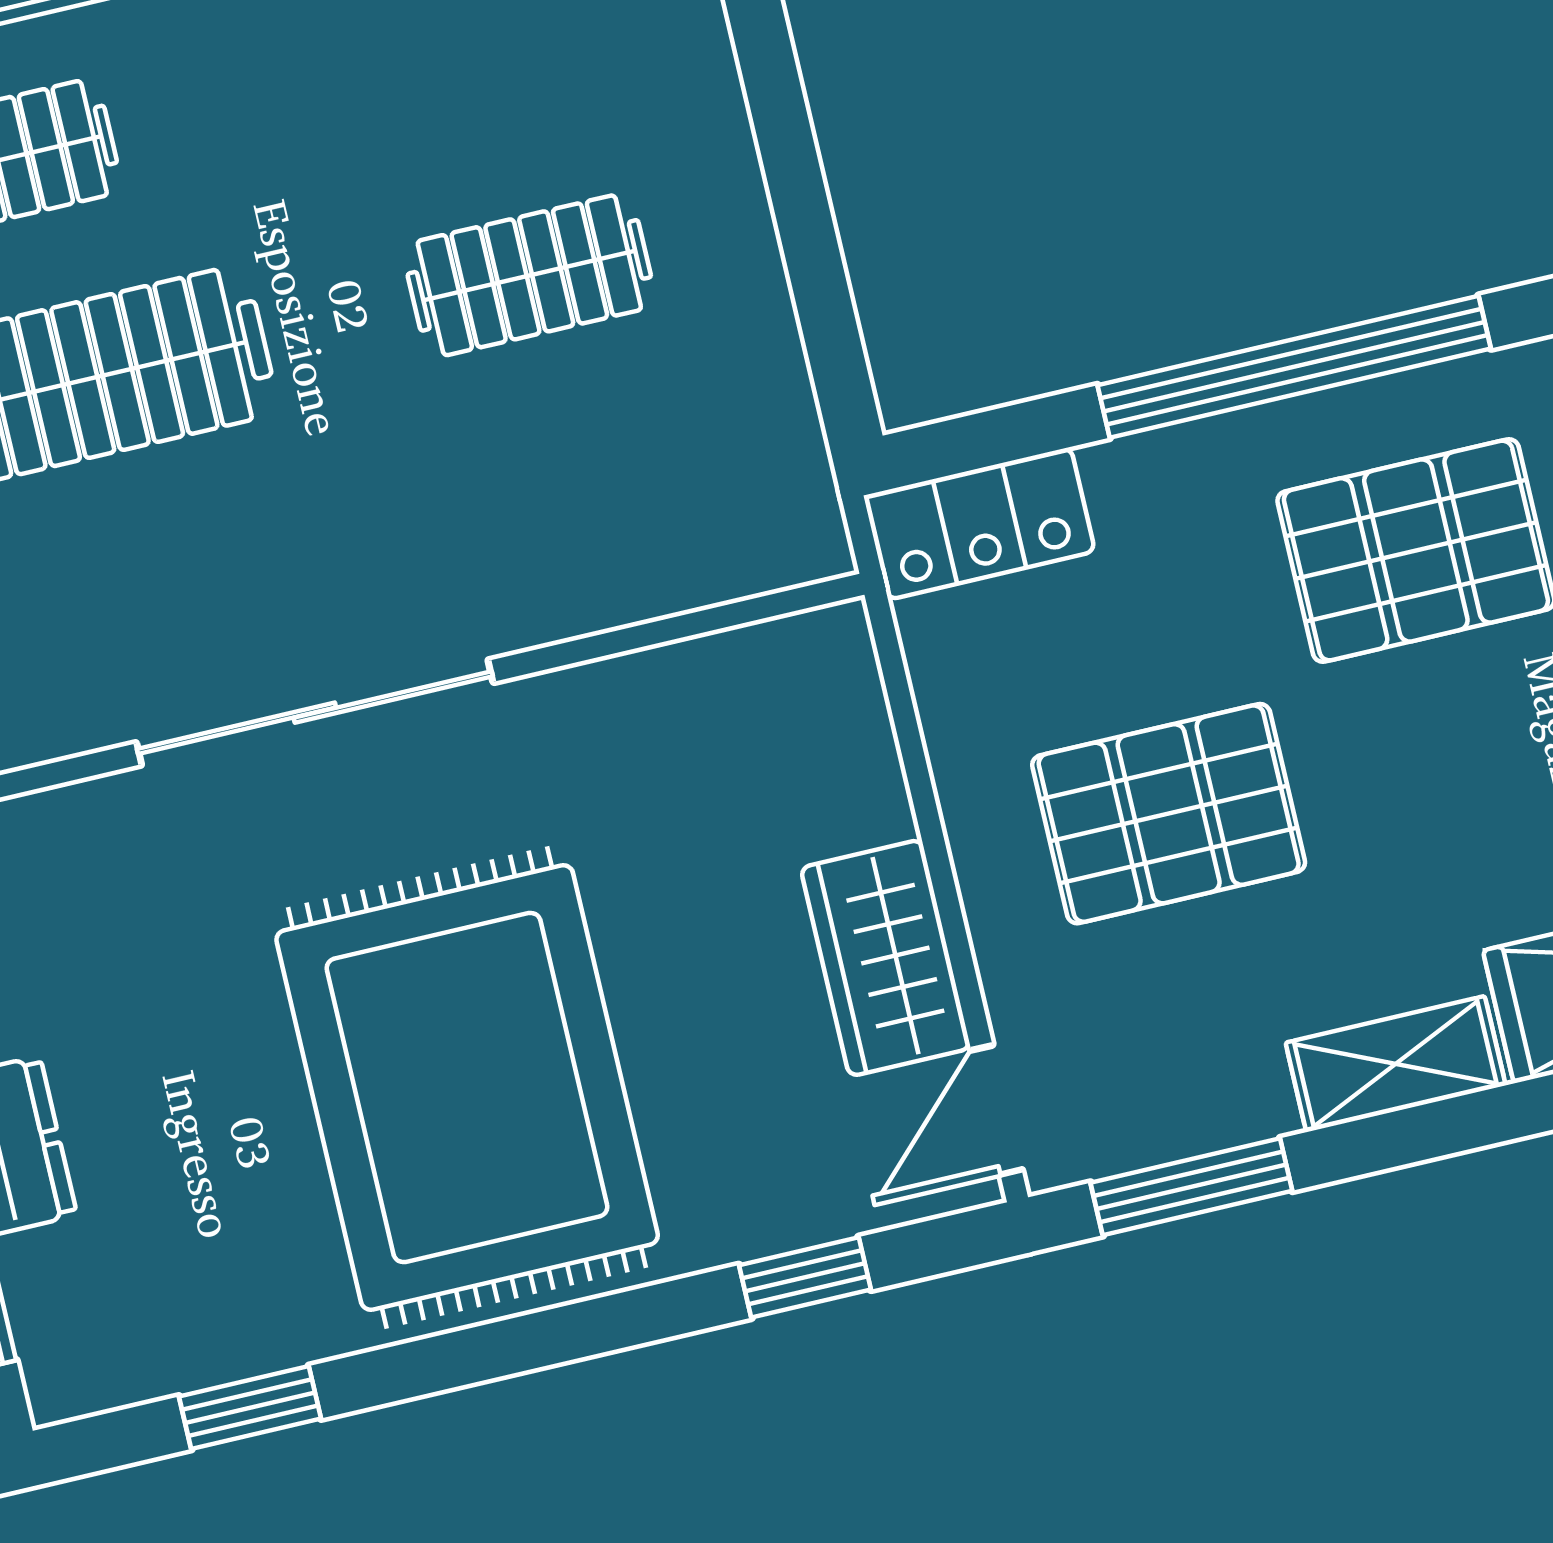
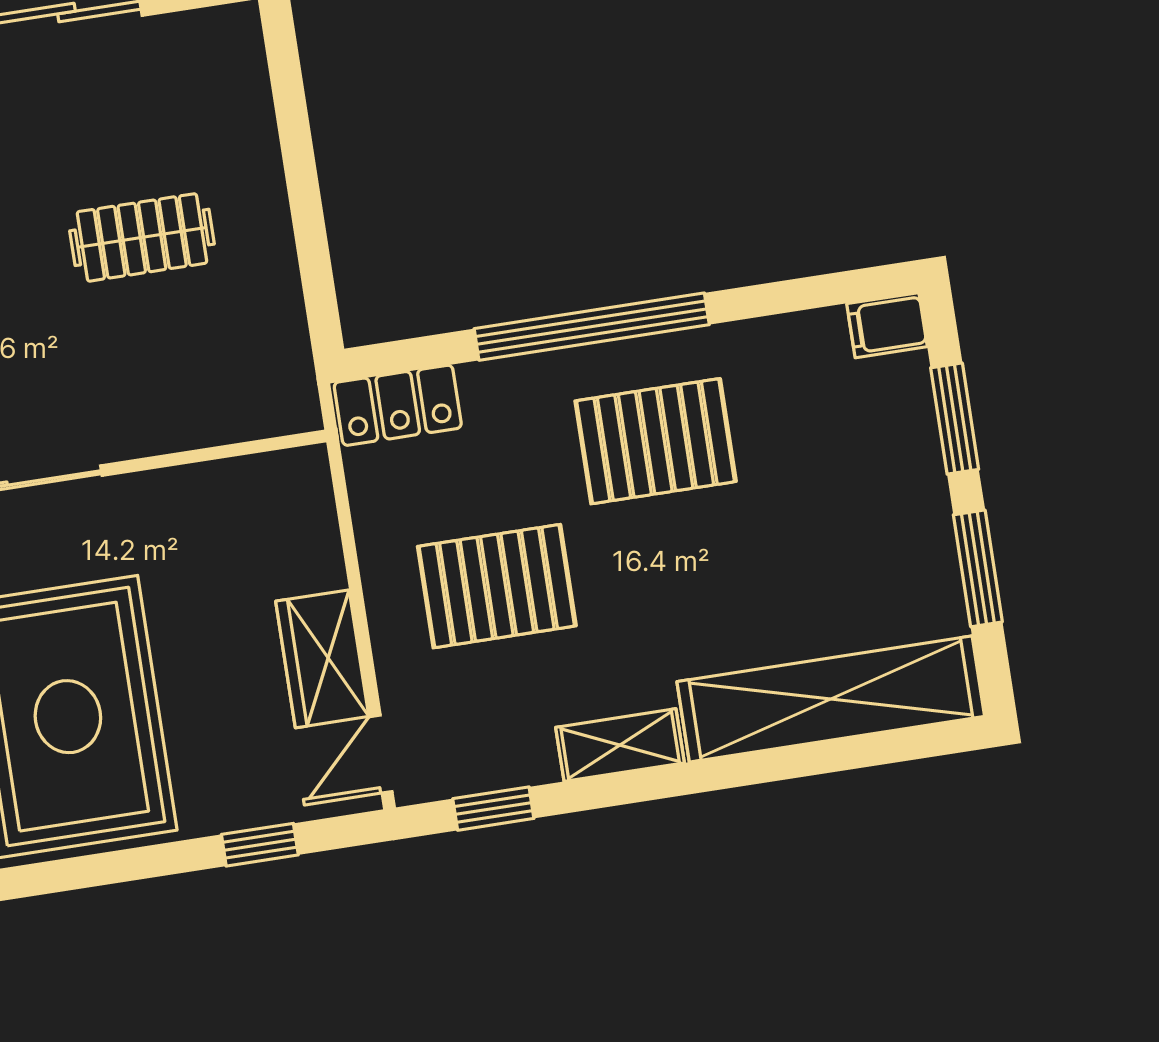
window: (1191, 1187) -> (493, 809), width x0.67

